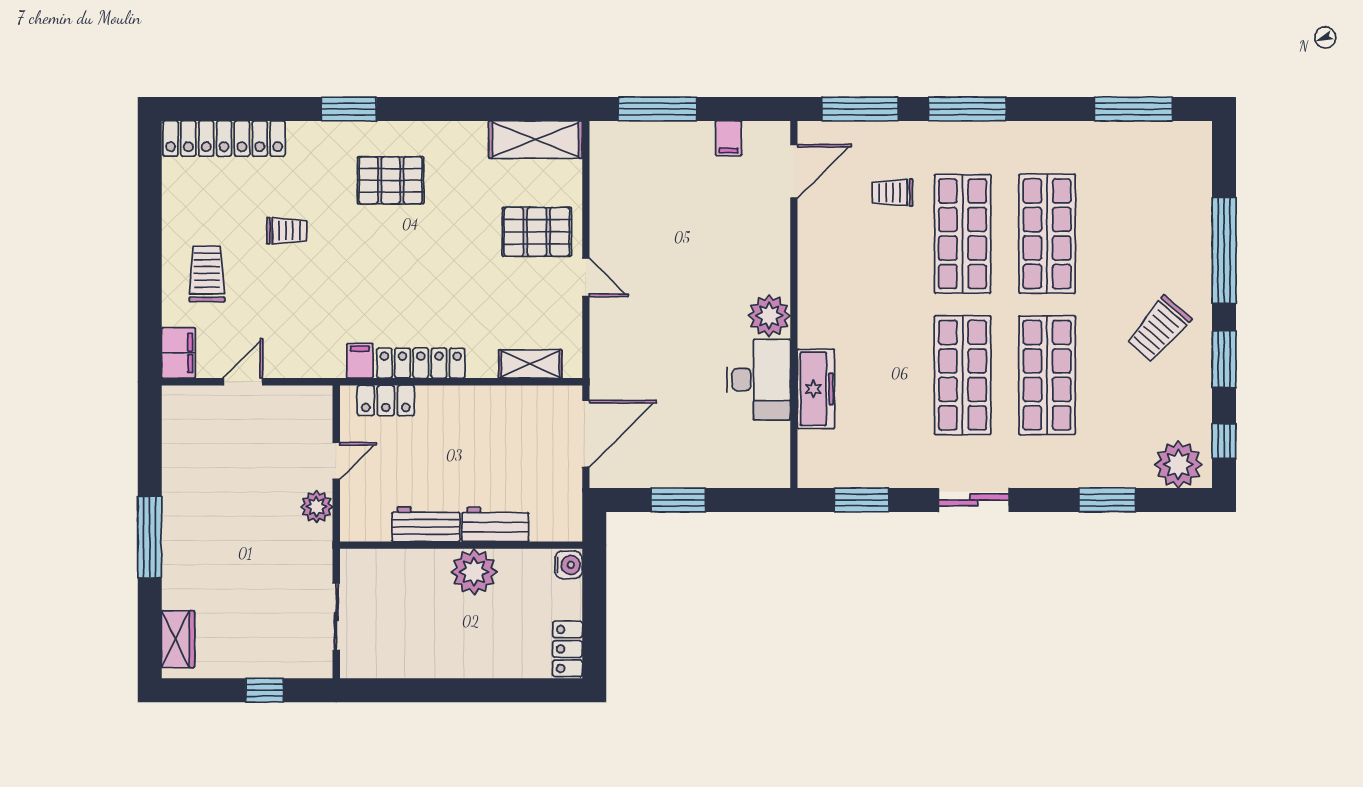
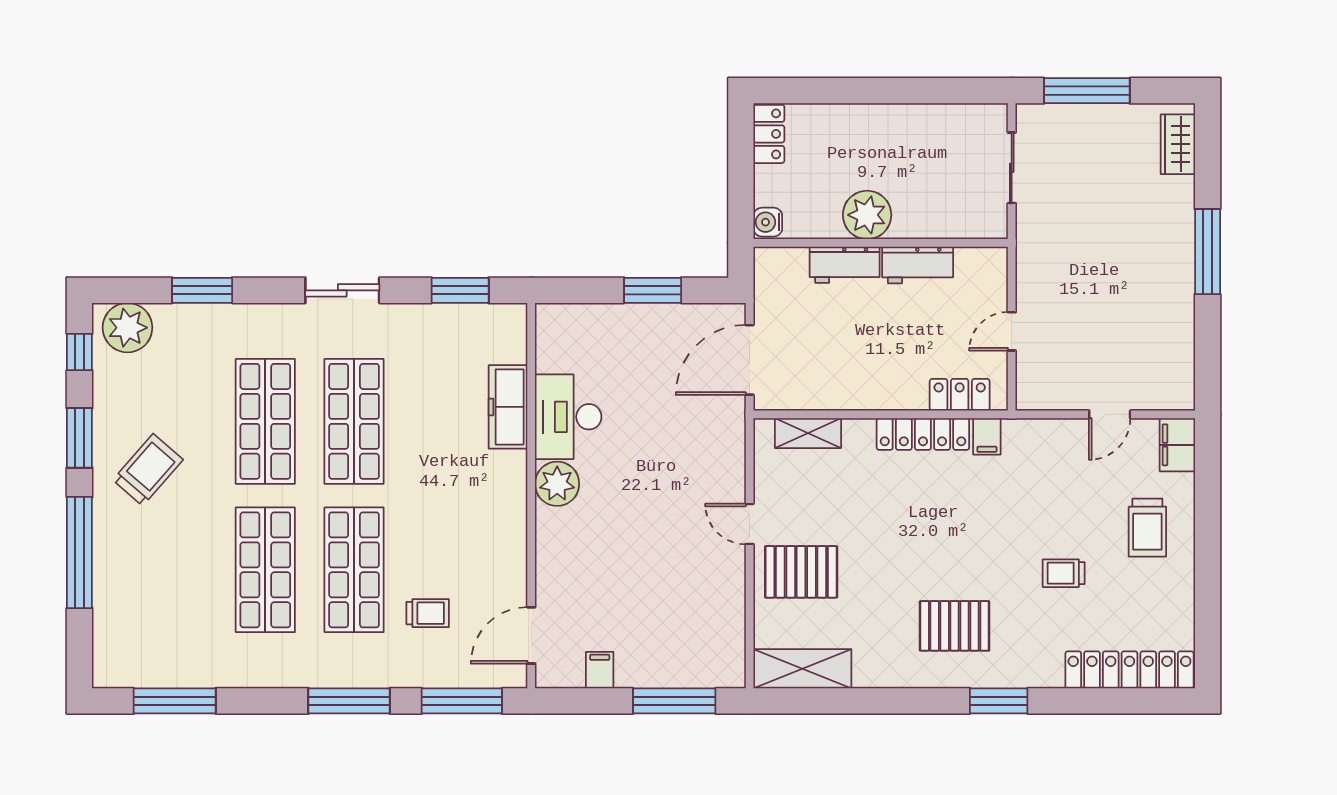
plant: (317, 507) -> (1032, 283), removed
window: (265, 690) -> (1087, 91), width x2.17

